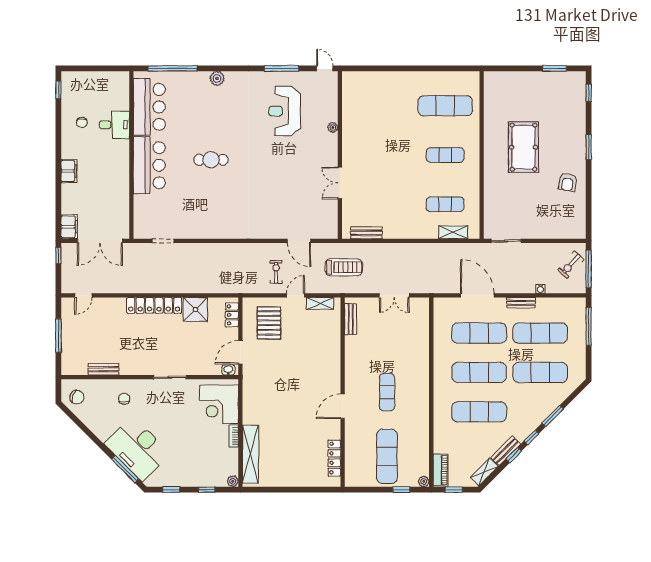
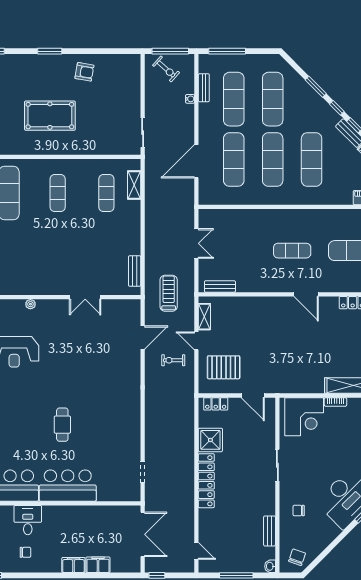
filing cabinet: (69, 227) -> (98, 565), moved
bench: (521, 303) -> (204, 88), moved
washbasin: (228, 370) -> (270, 566), moved

